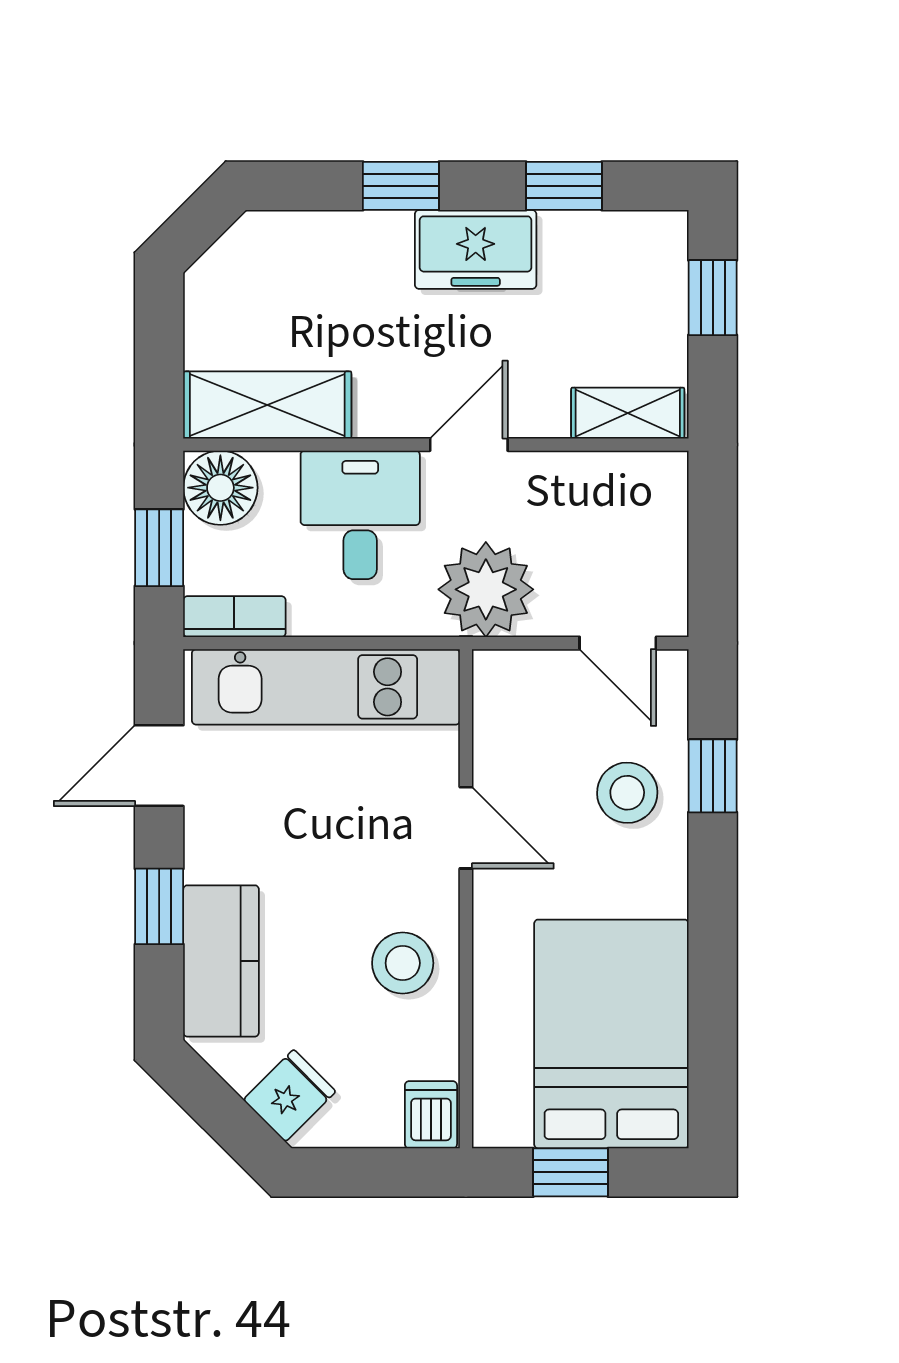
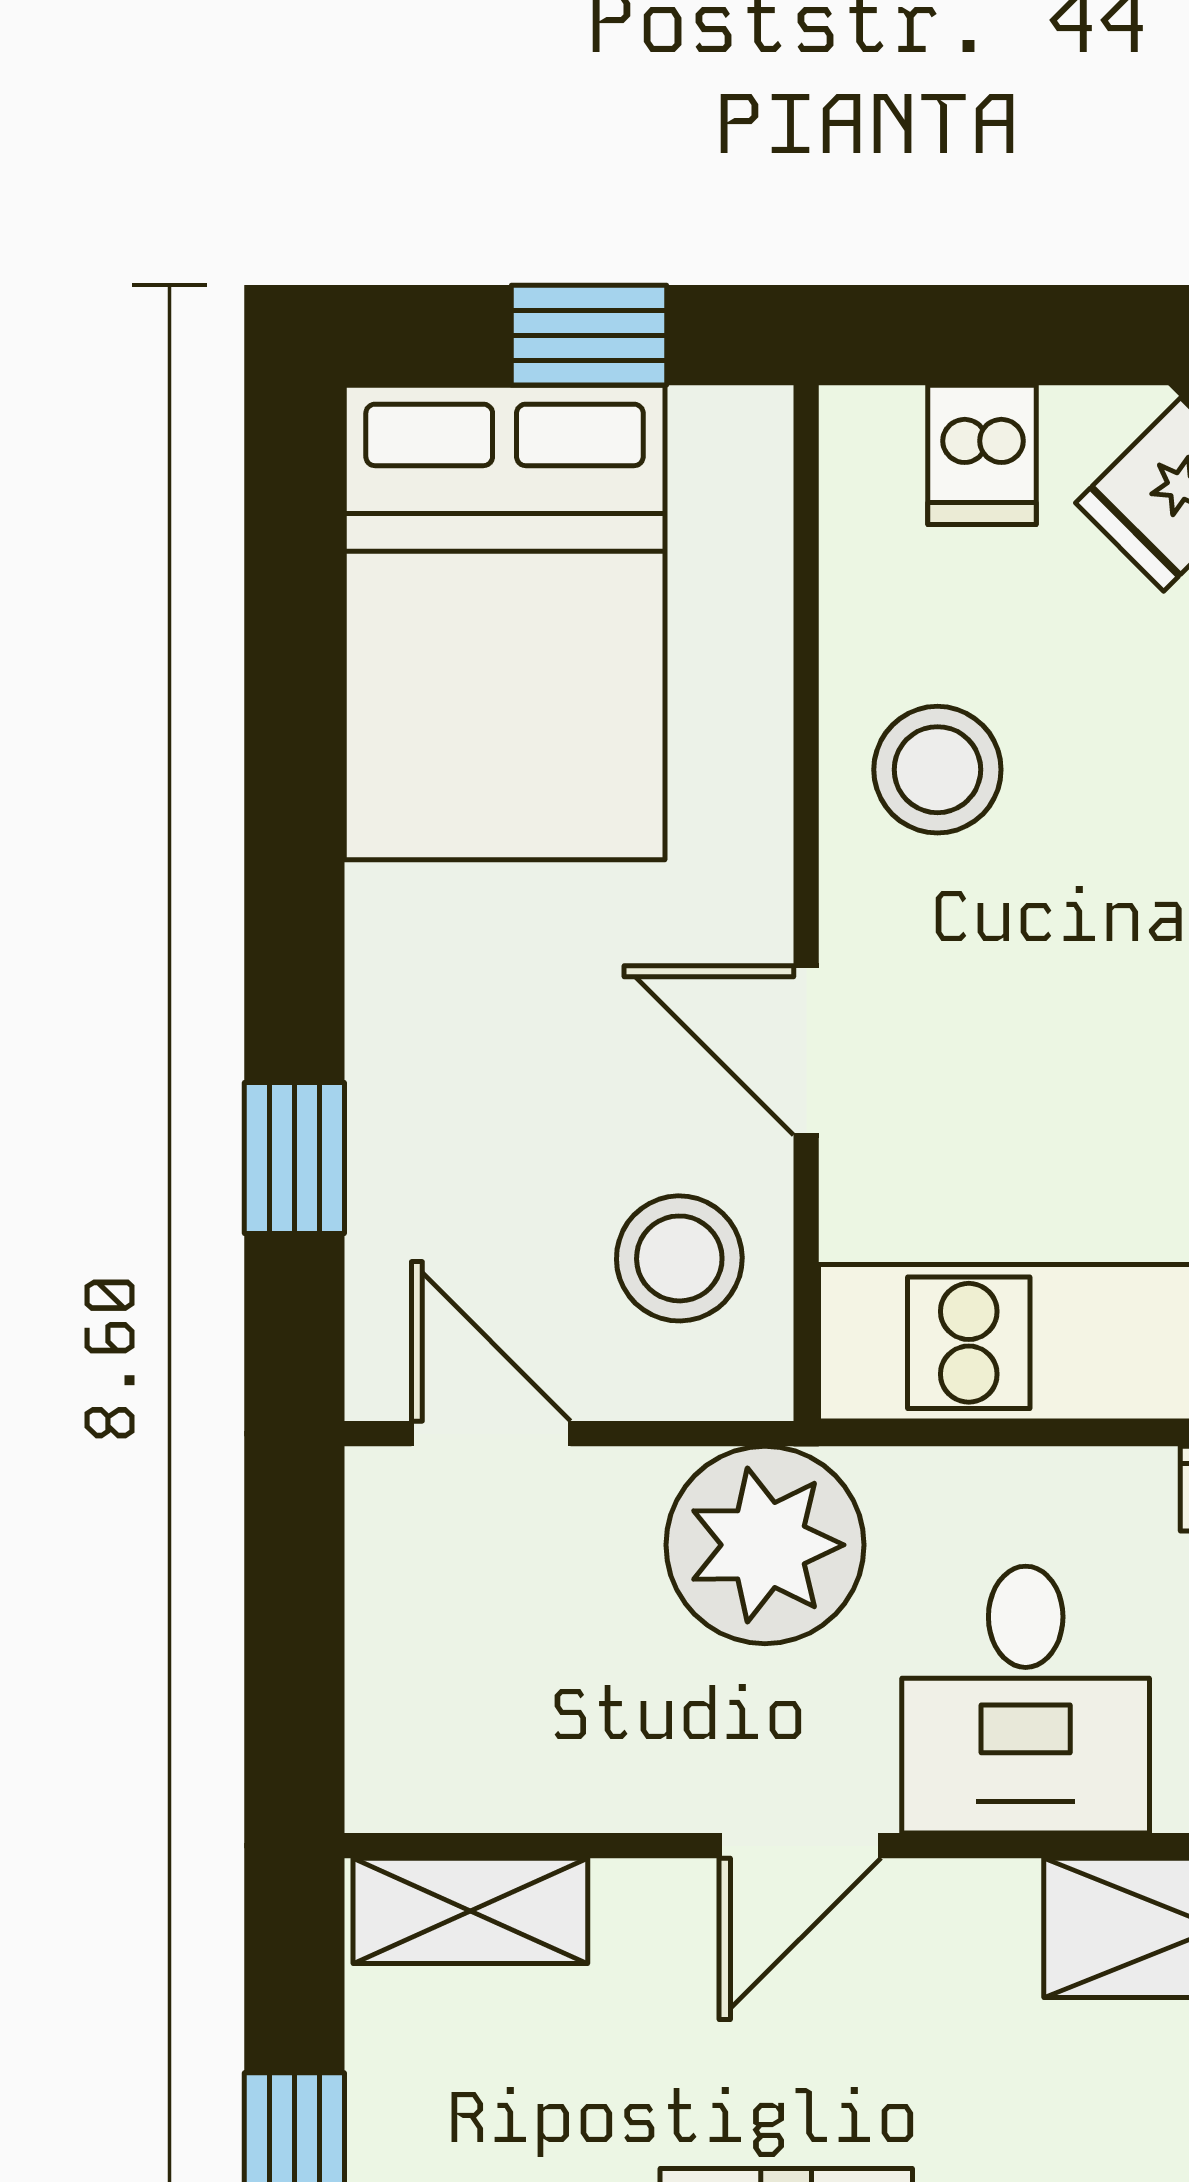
stool: (627, 793) -> (679, 1258), moved
dishwasher: (431, 1115) -> (982, 455), moved

